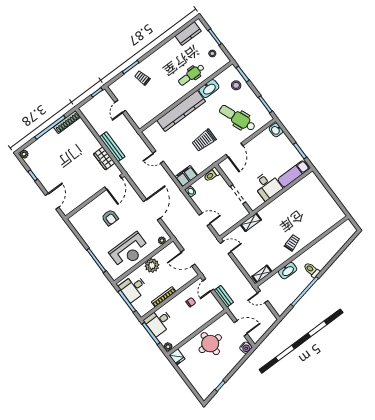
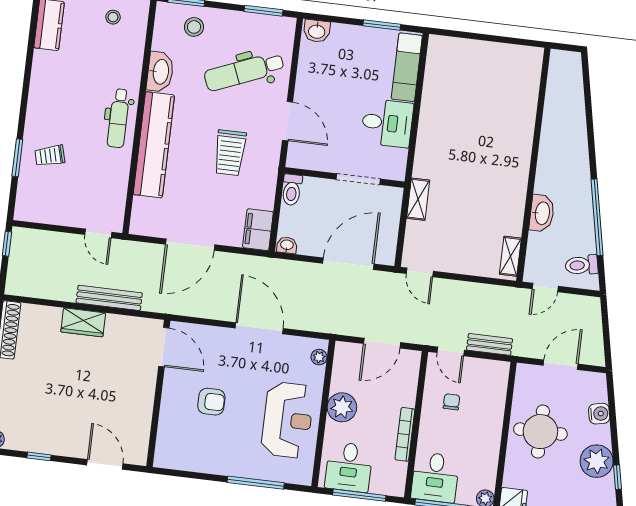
dental chair: (191, 75) -> (118, 118), moved
door: (120, 106) -> (98, 233), moved
door: (158, 157) -> (190, 245), width x1.87
wardrobe: (104, 158) -> (83, 322), moved
door: (205, 219) -> (348, 264), width x1.87
trolley: (292, 243) -> (507, 167), removed
door: (226, 247) -> (420, 272), swing flipped
toilet: (312, 270) -> (582, 265), moved
water cooler: (246, 348) -> (599, 414), moved
plant: (219, 373) -> (597, 461), added

